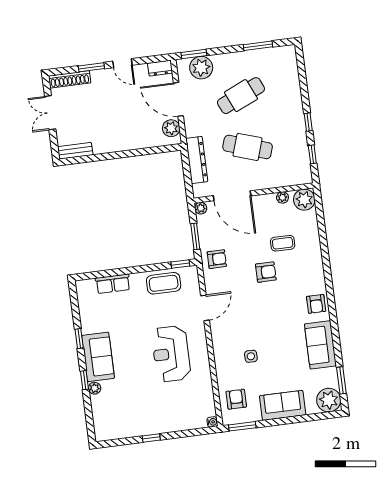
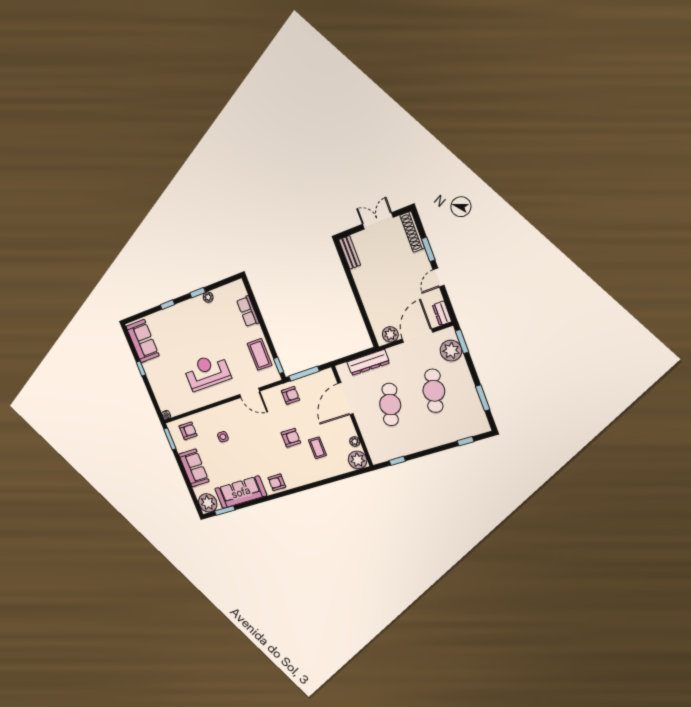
cafe table: (241, 96) -> (434, 391), turned 39
window: (308, 122) -> (466, 441), moved
plant: (201, 208) -> (328, 374), removed
window: (195, 236) -> (304, 374), width x1.44
armchair: (217, 259) -> (291, 395), turned -90
armchair: (266, 272) -> (291, 438), turned -90
sofa: (320, 345) -> (241, 492), width x1.36
sofa: (98, 357) -> (143, 341), moved, turned -90
plant: (95, 388) -> (208, 297), moved

